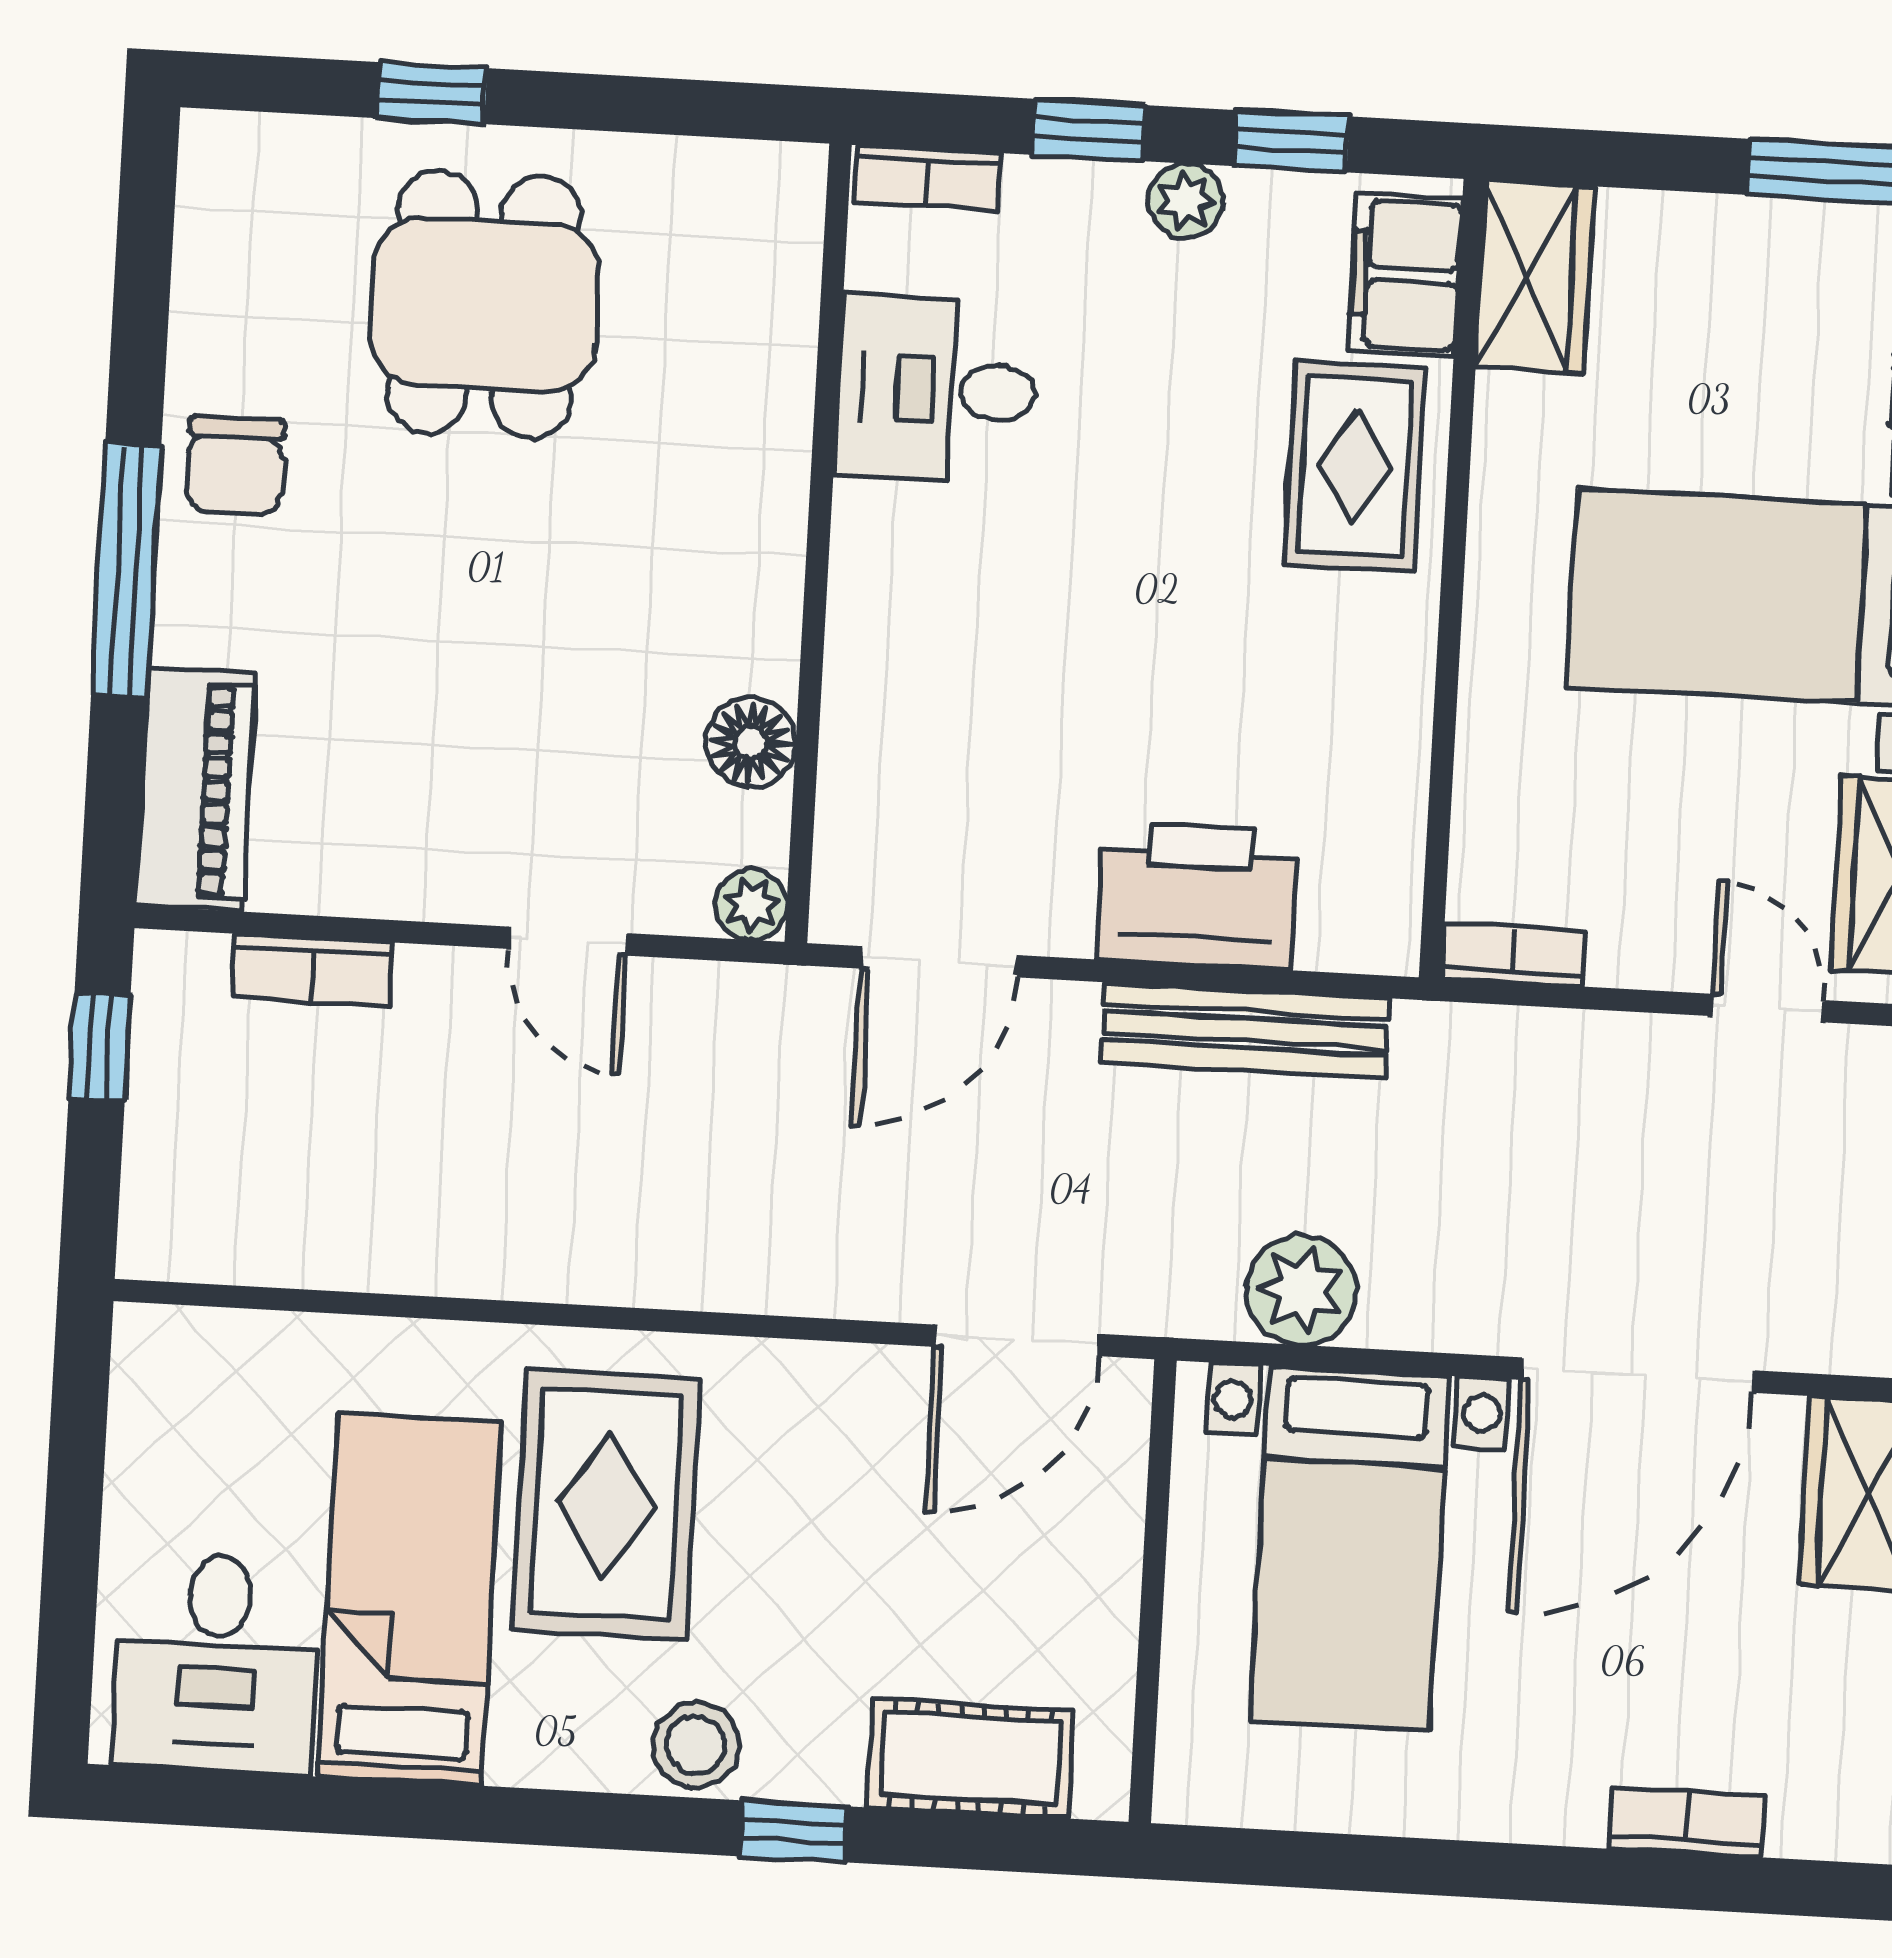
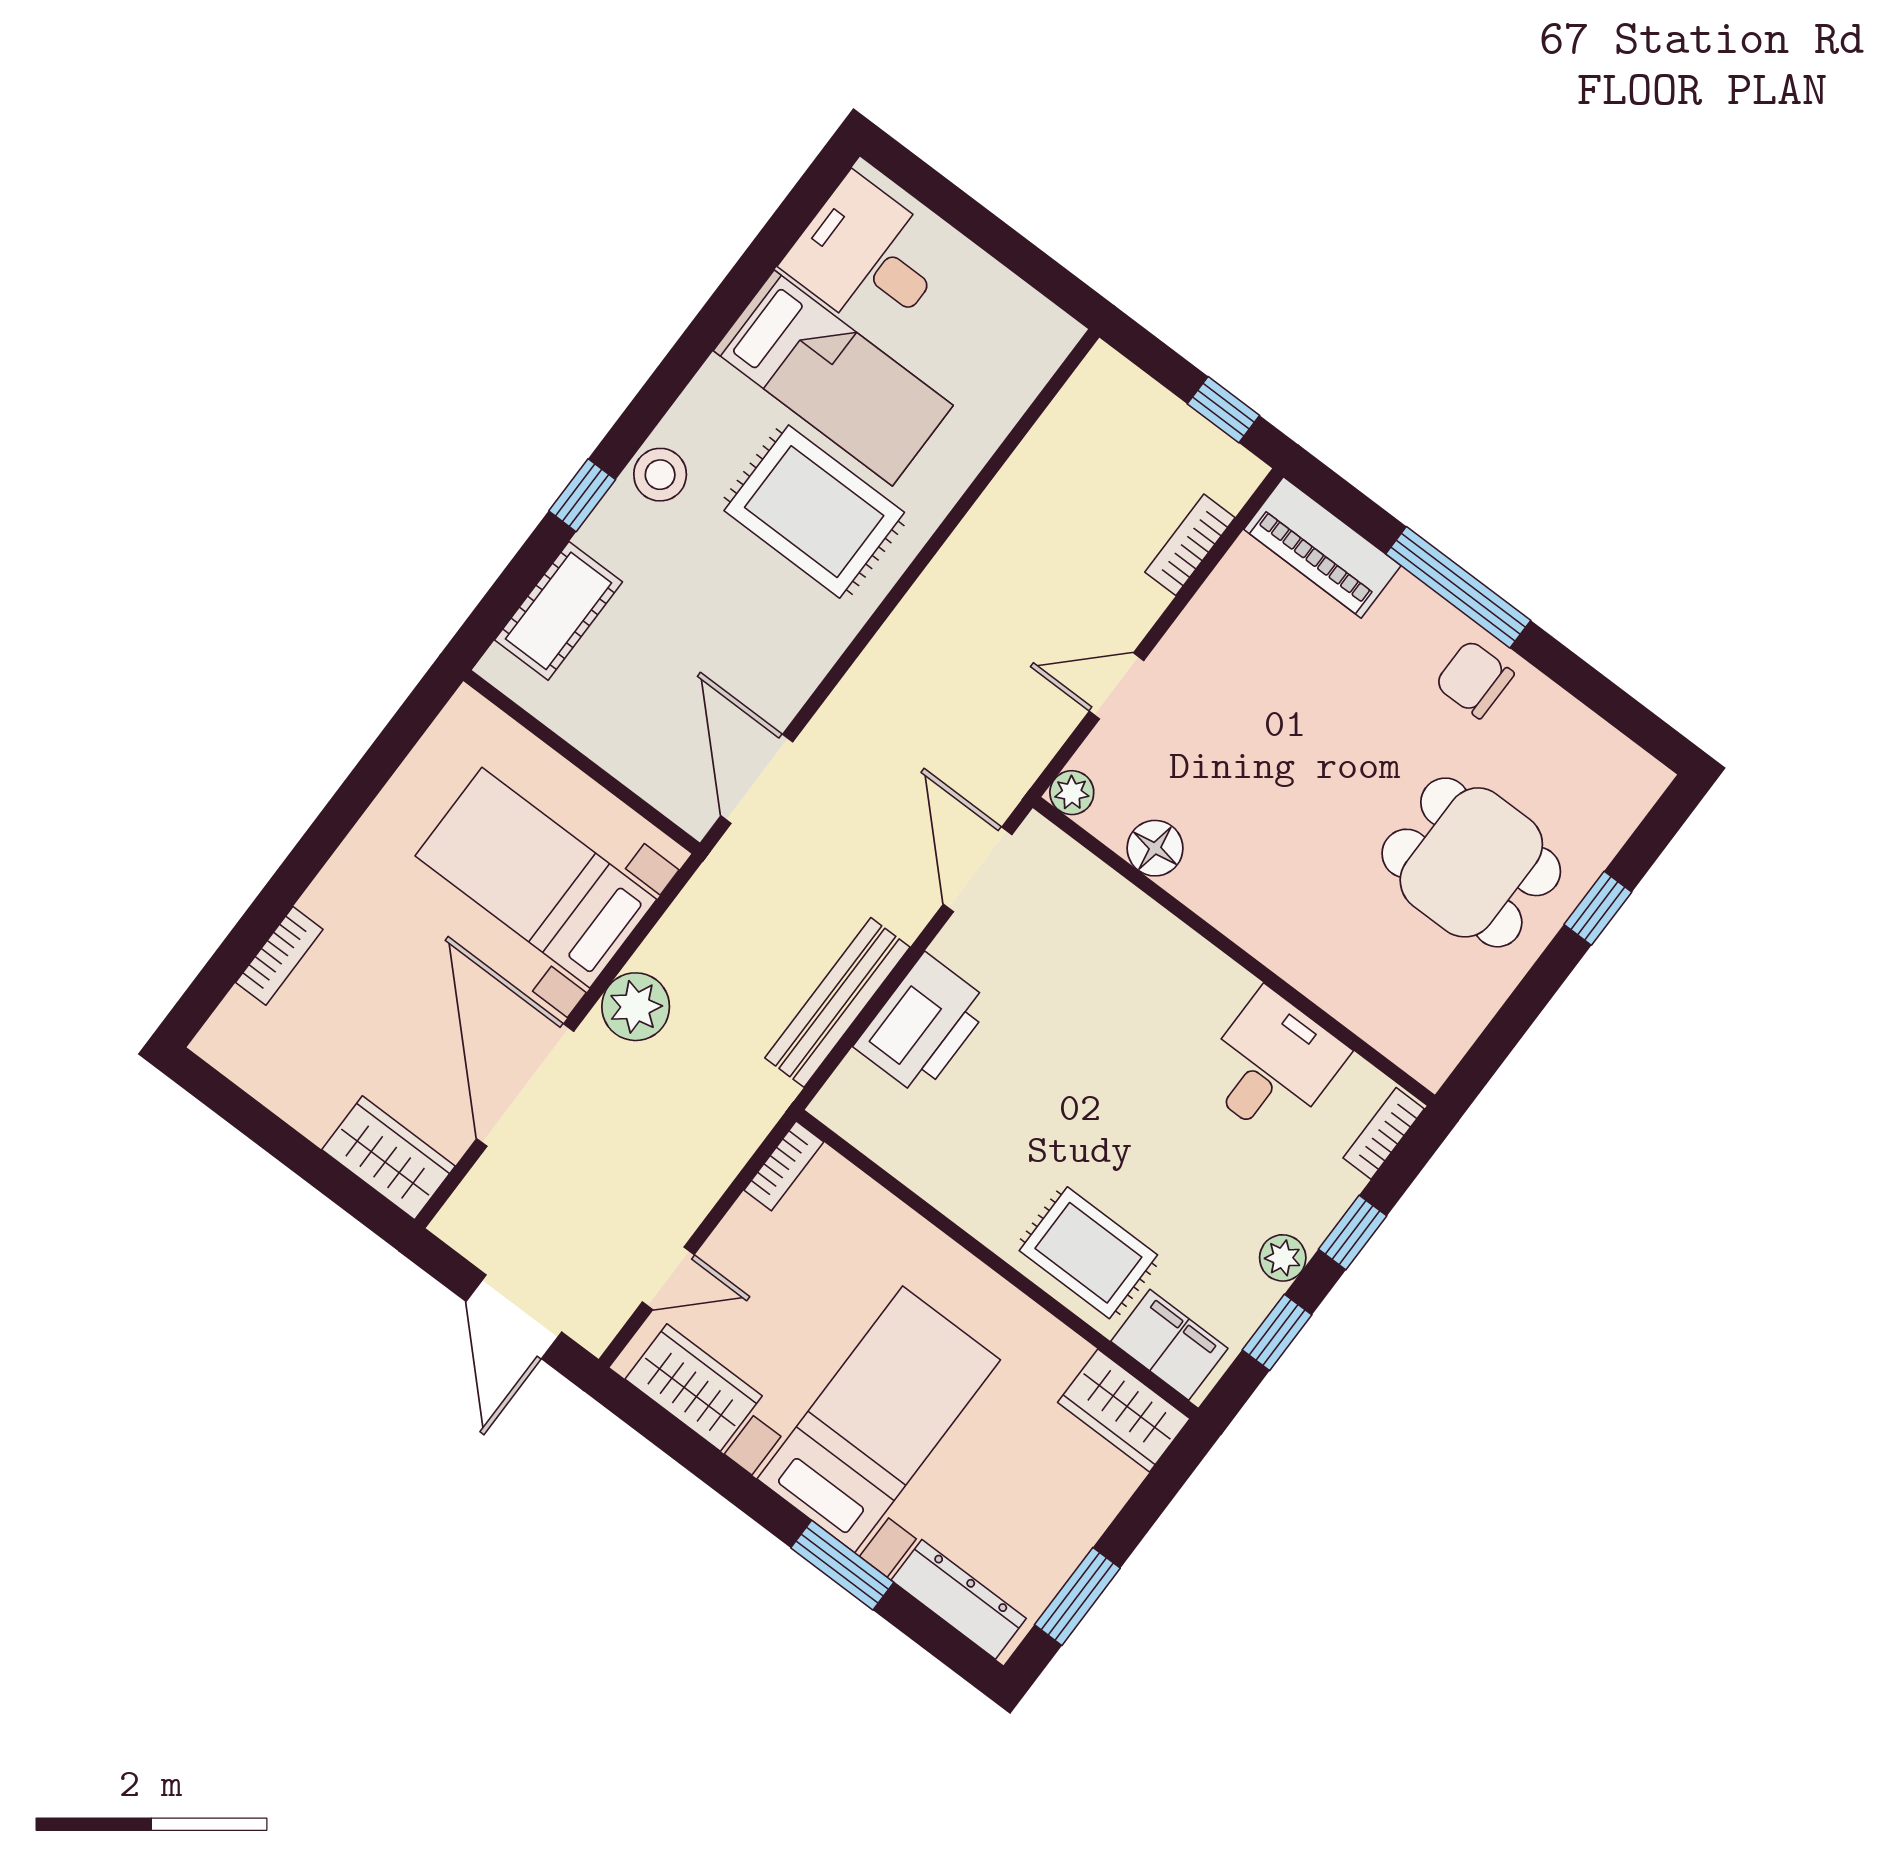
plant: (1301, 1290) -> (636, 1007), moved

